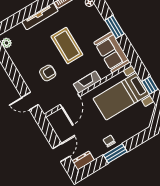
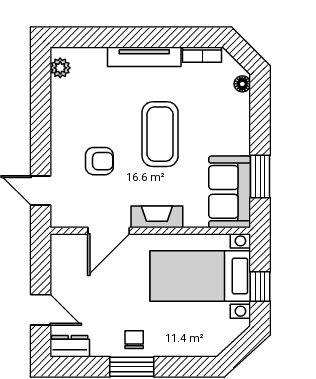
window: (115, 27) -> (260, 177), moved
door: (61, 152) -> (41, 310), hinge flipped

